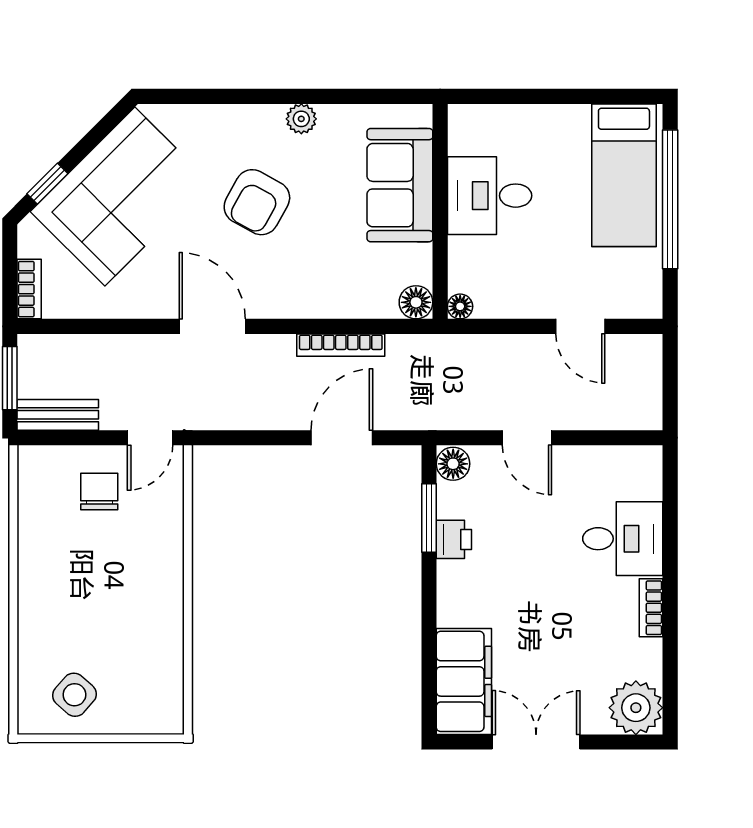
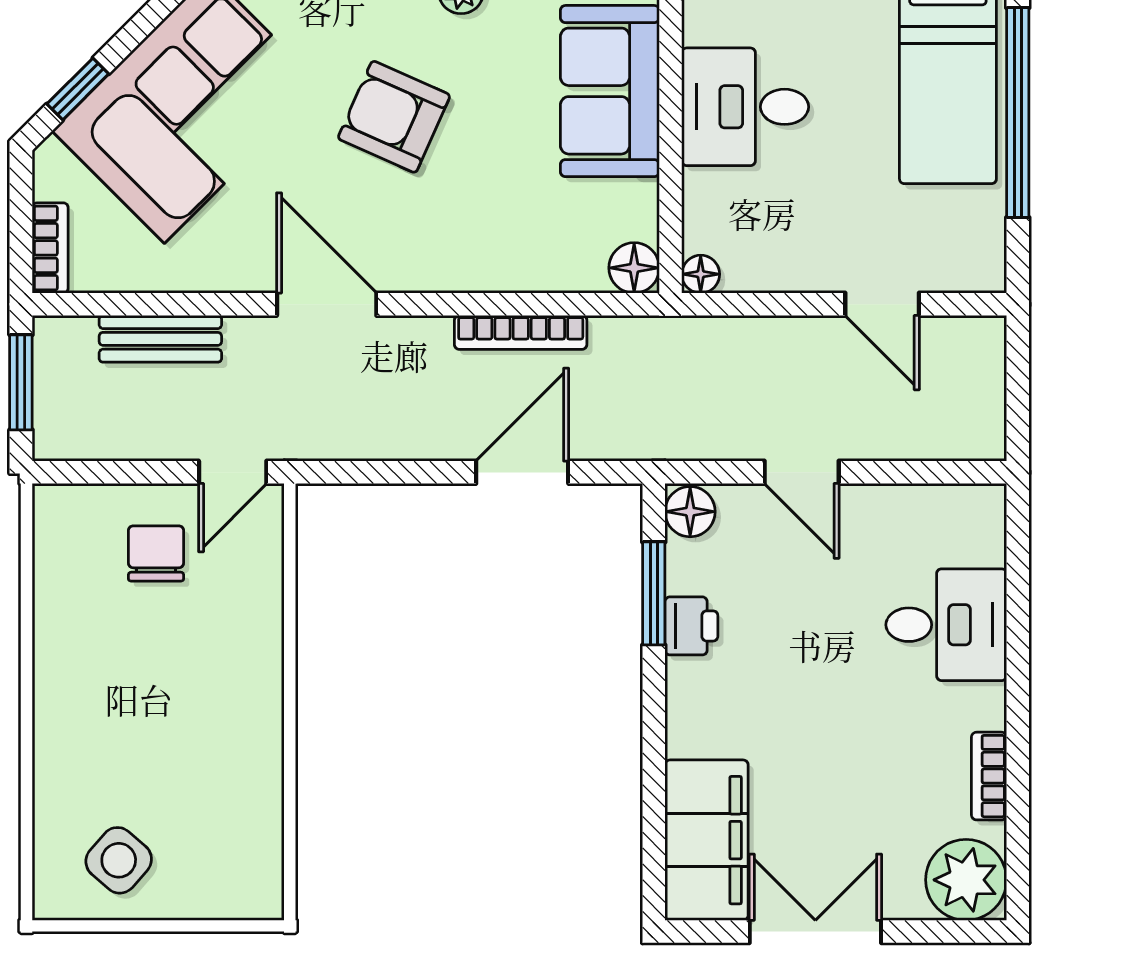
armchair: (257, 202) -> (394, 117), turned 85
bench: (58, 415) -> (160, 339), moved
bookcase: (651, 608) -> (989, 776), moved

